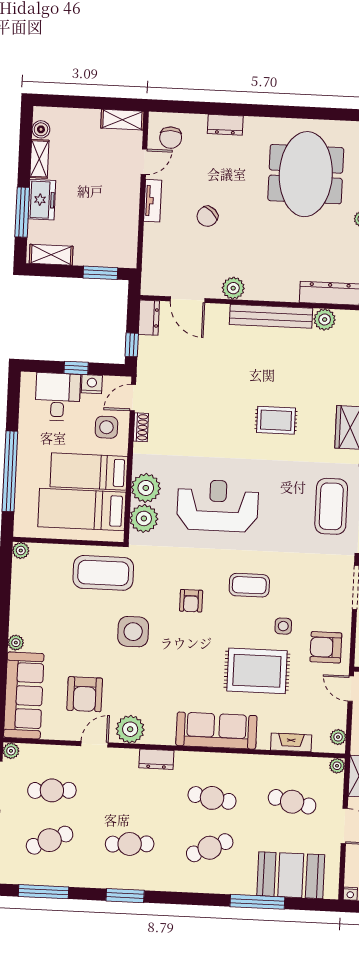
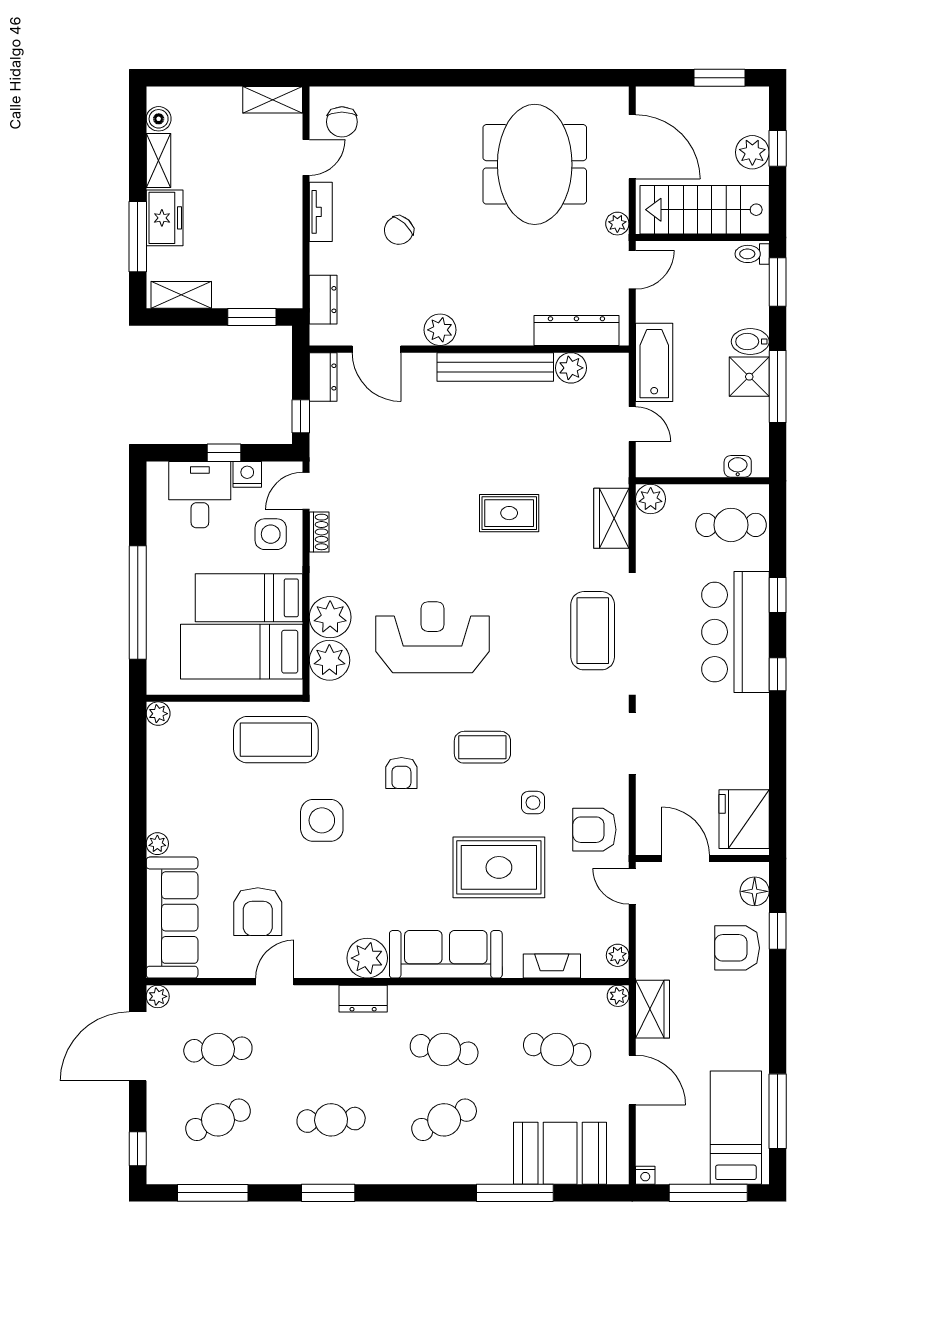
dresser: (225, 125) -> (323, 300), moved, turned -90
plant: (130, 729) -> (367, 958), moved

